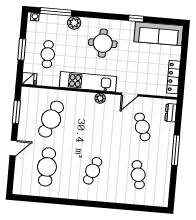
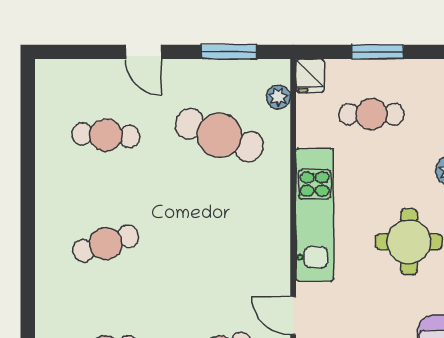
plant: (100, 98) -> (278, 97), moved
cafe table: (47, 167) -> (106, 135), width x0.73, depth x0.74
cafe table: (93, 171) -> (106, 244), turned -39

